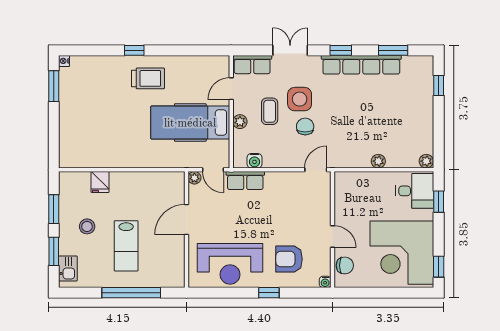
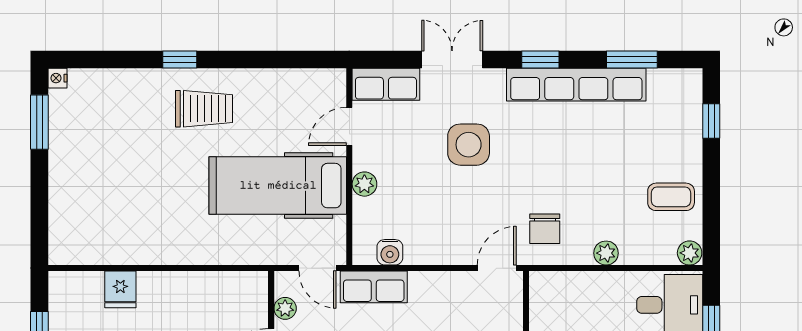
coffee table: (270, 111) -> (671, 197), moved, turned 90
chair: (305, 127) -> (545, 229), moved, turned 180
plant: (194, 178) -> (285, 308), moved

